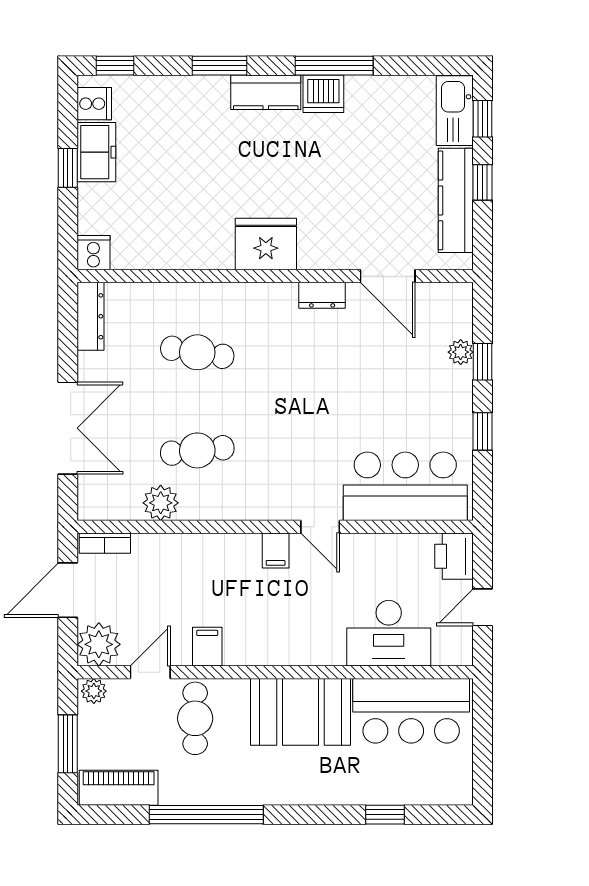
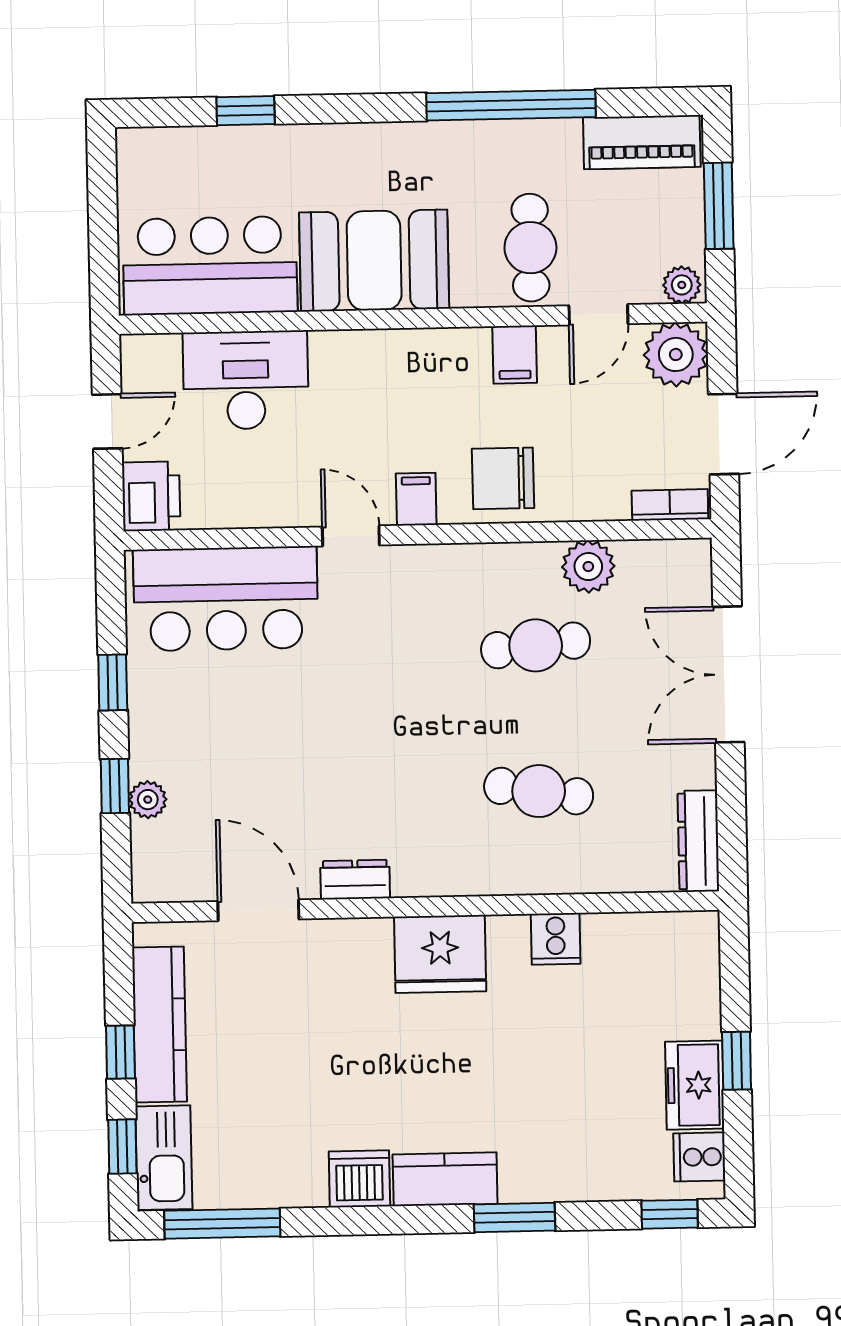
window: (334, 66) -> (222, 1224), moved
cooker: (93, 253) -> (556, 939), moved
chair: (217, 563) -> (503, 478), added

